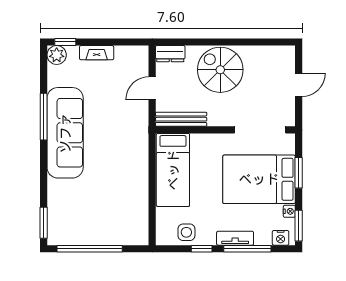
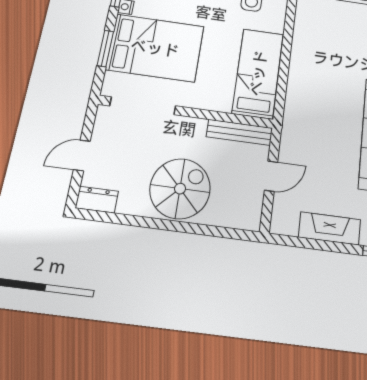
fireplace: (97, 53) -> (330, 228), width x1.37, depth x1.32
dresser: (170, 54) -> (97, 200), moved
spiral stairs: (220, 70) -> (180, 189), turned -90

